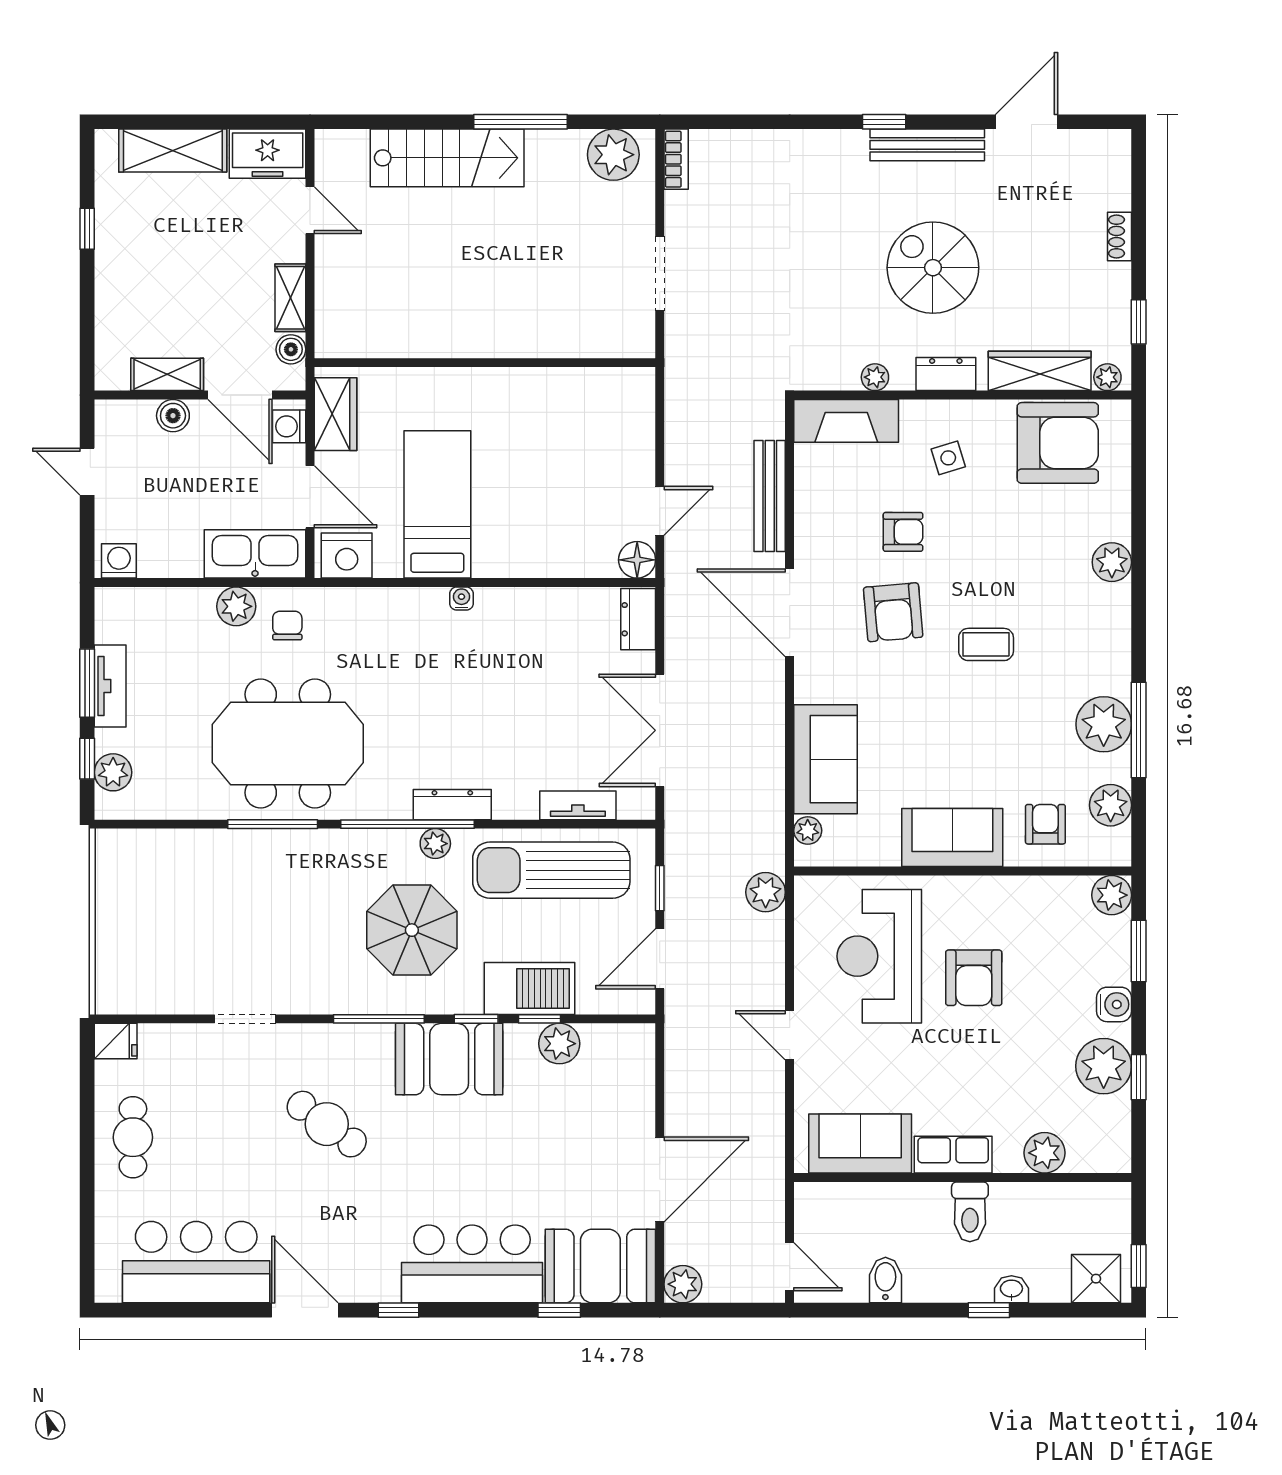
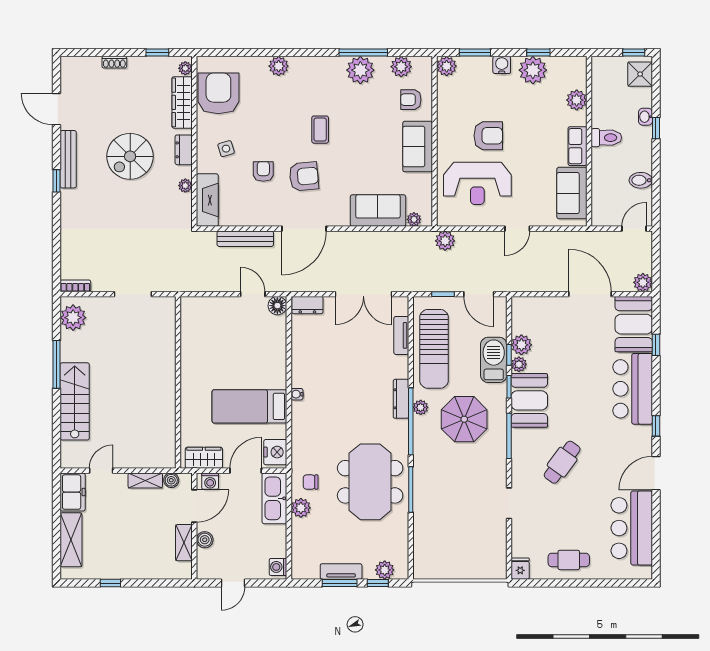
plant: (521, 1038) -> (519, 364), added

